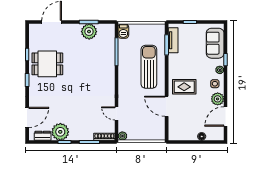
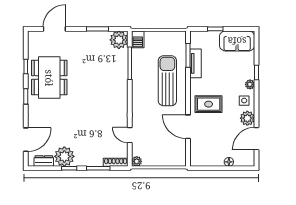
plant: (89, 32) -> (119, 40), moved
tv unit: (173, 40) -> (196, 63), moved
sofa: (215, 43) -> (237, 41), moved, turned -90
dining table: (47, 64) -> (49, 78), width x1.38

